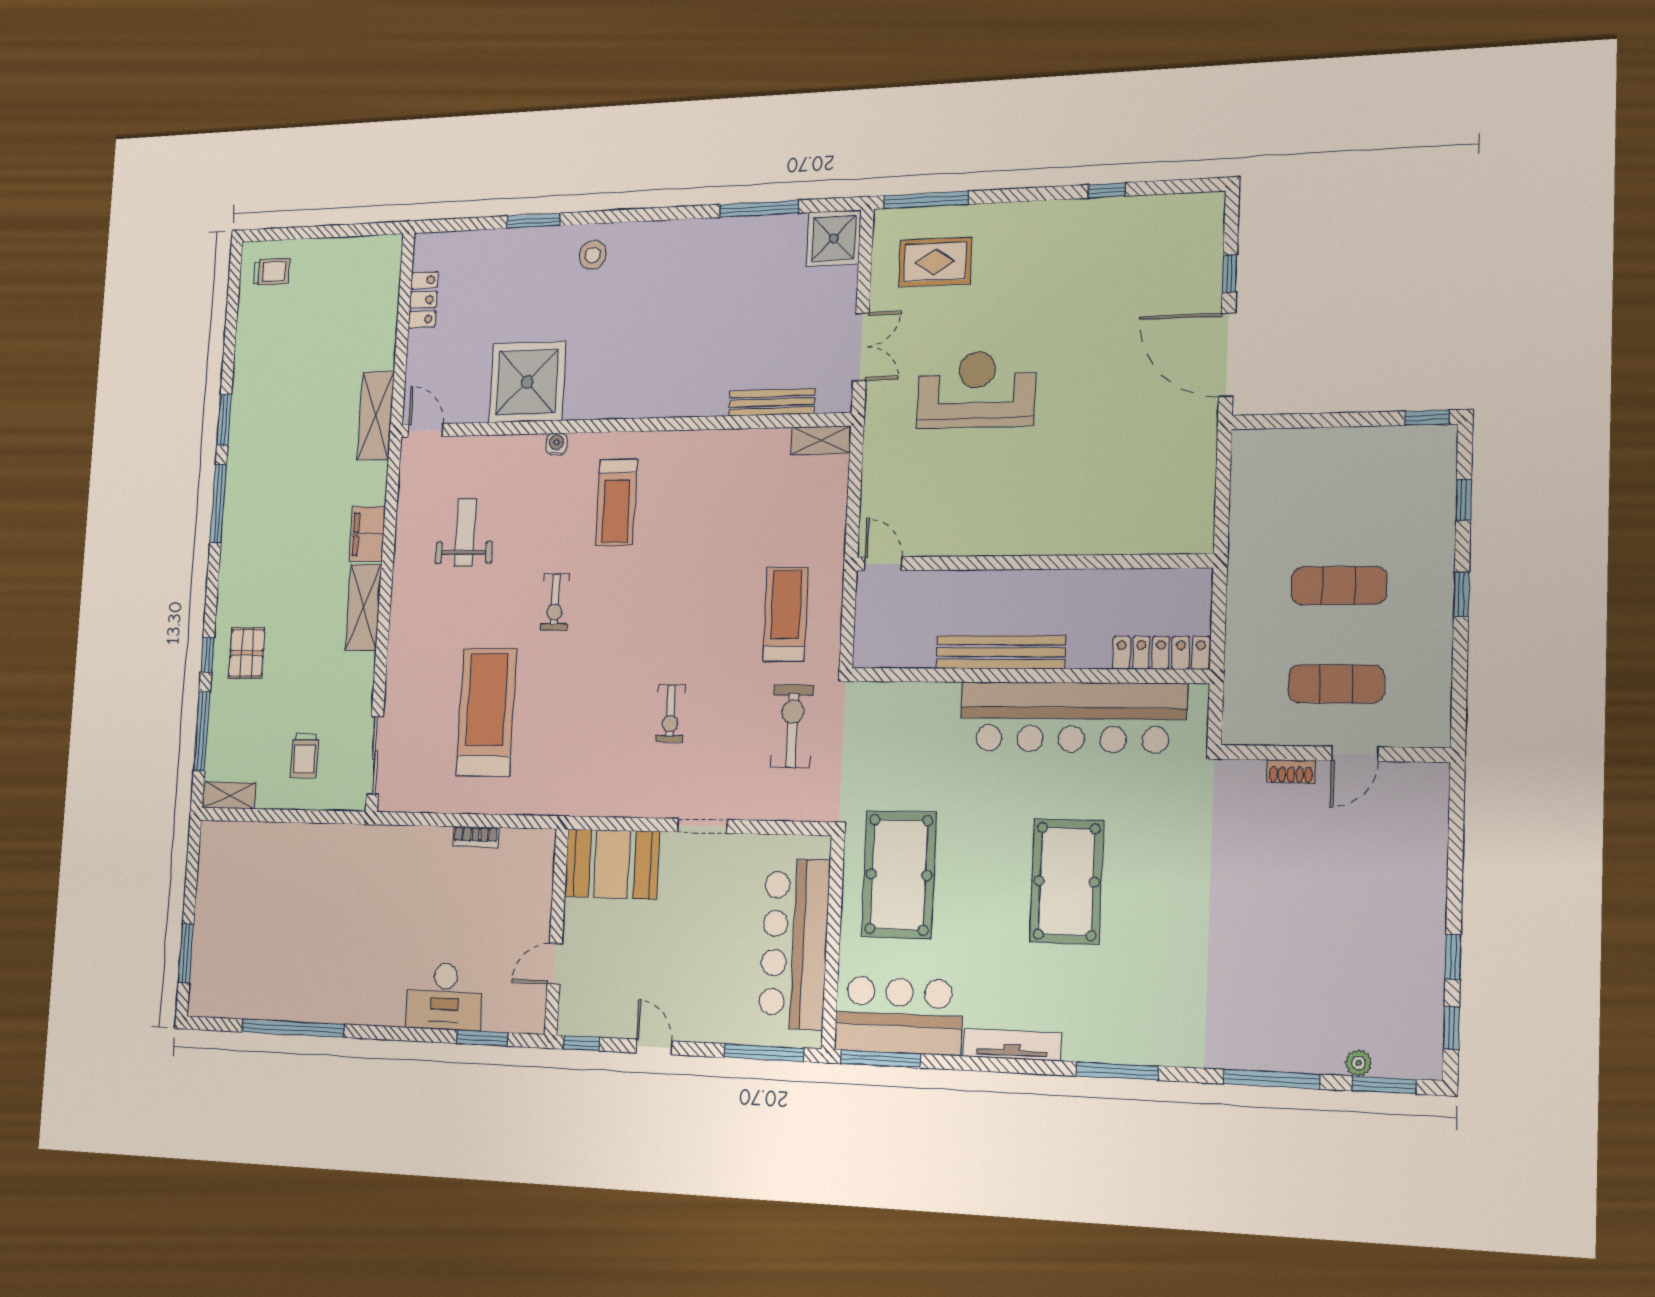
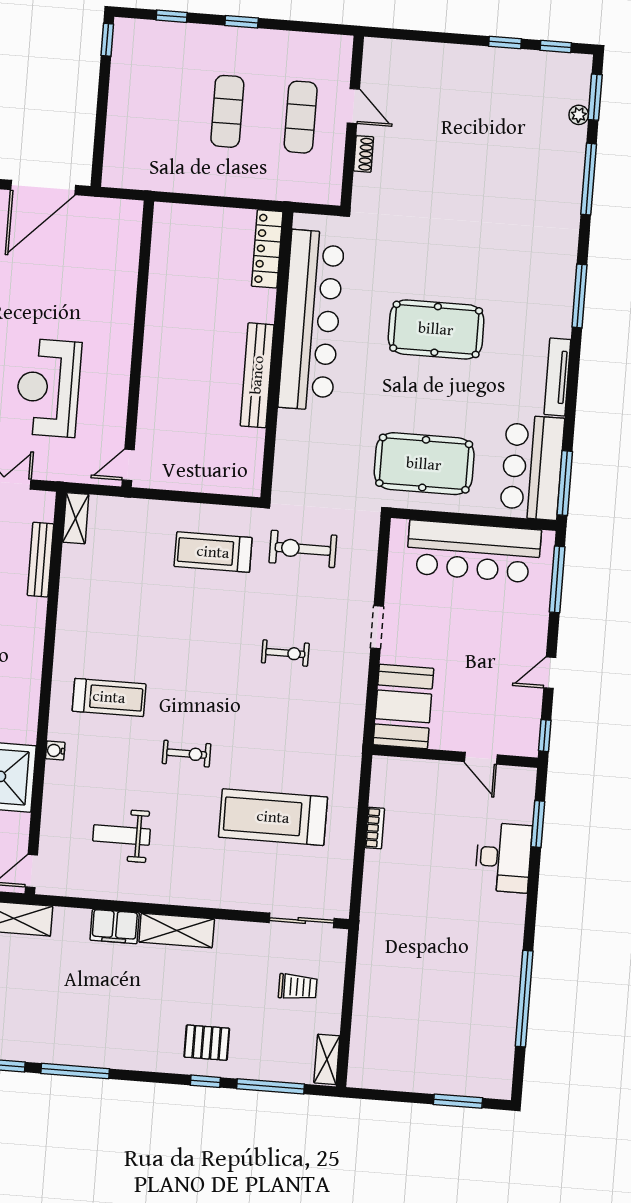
wall: (1031, 562) -> (138, 344), moved
door: (883, 564) -> (128, 465), moved

